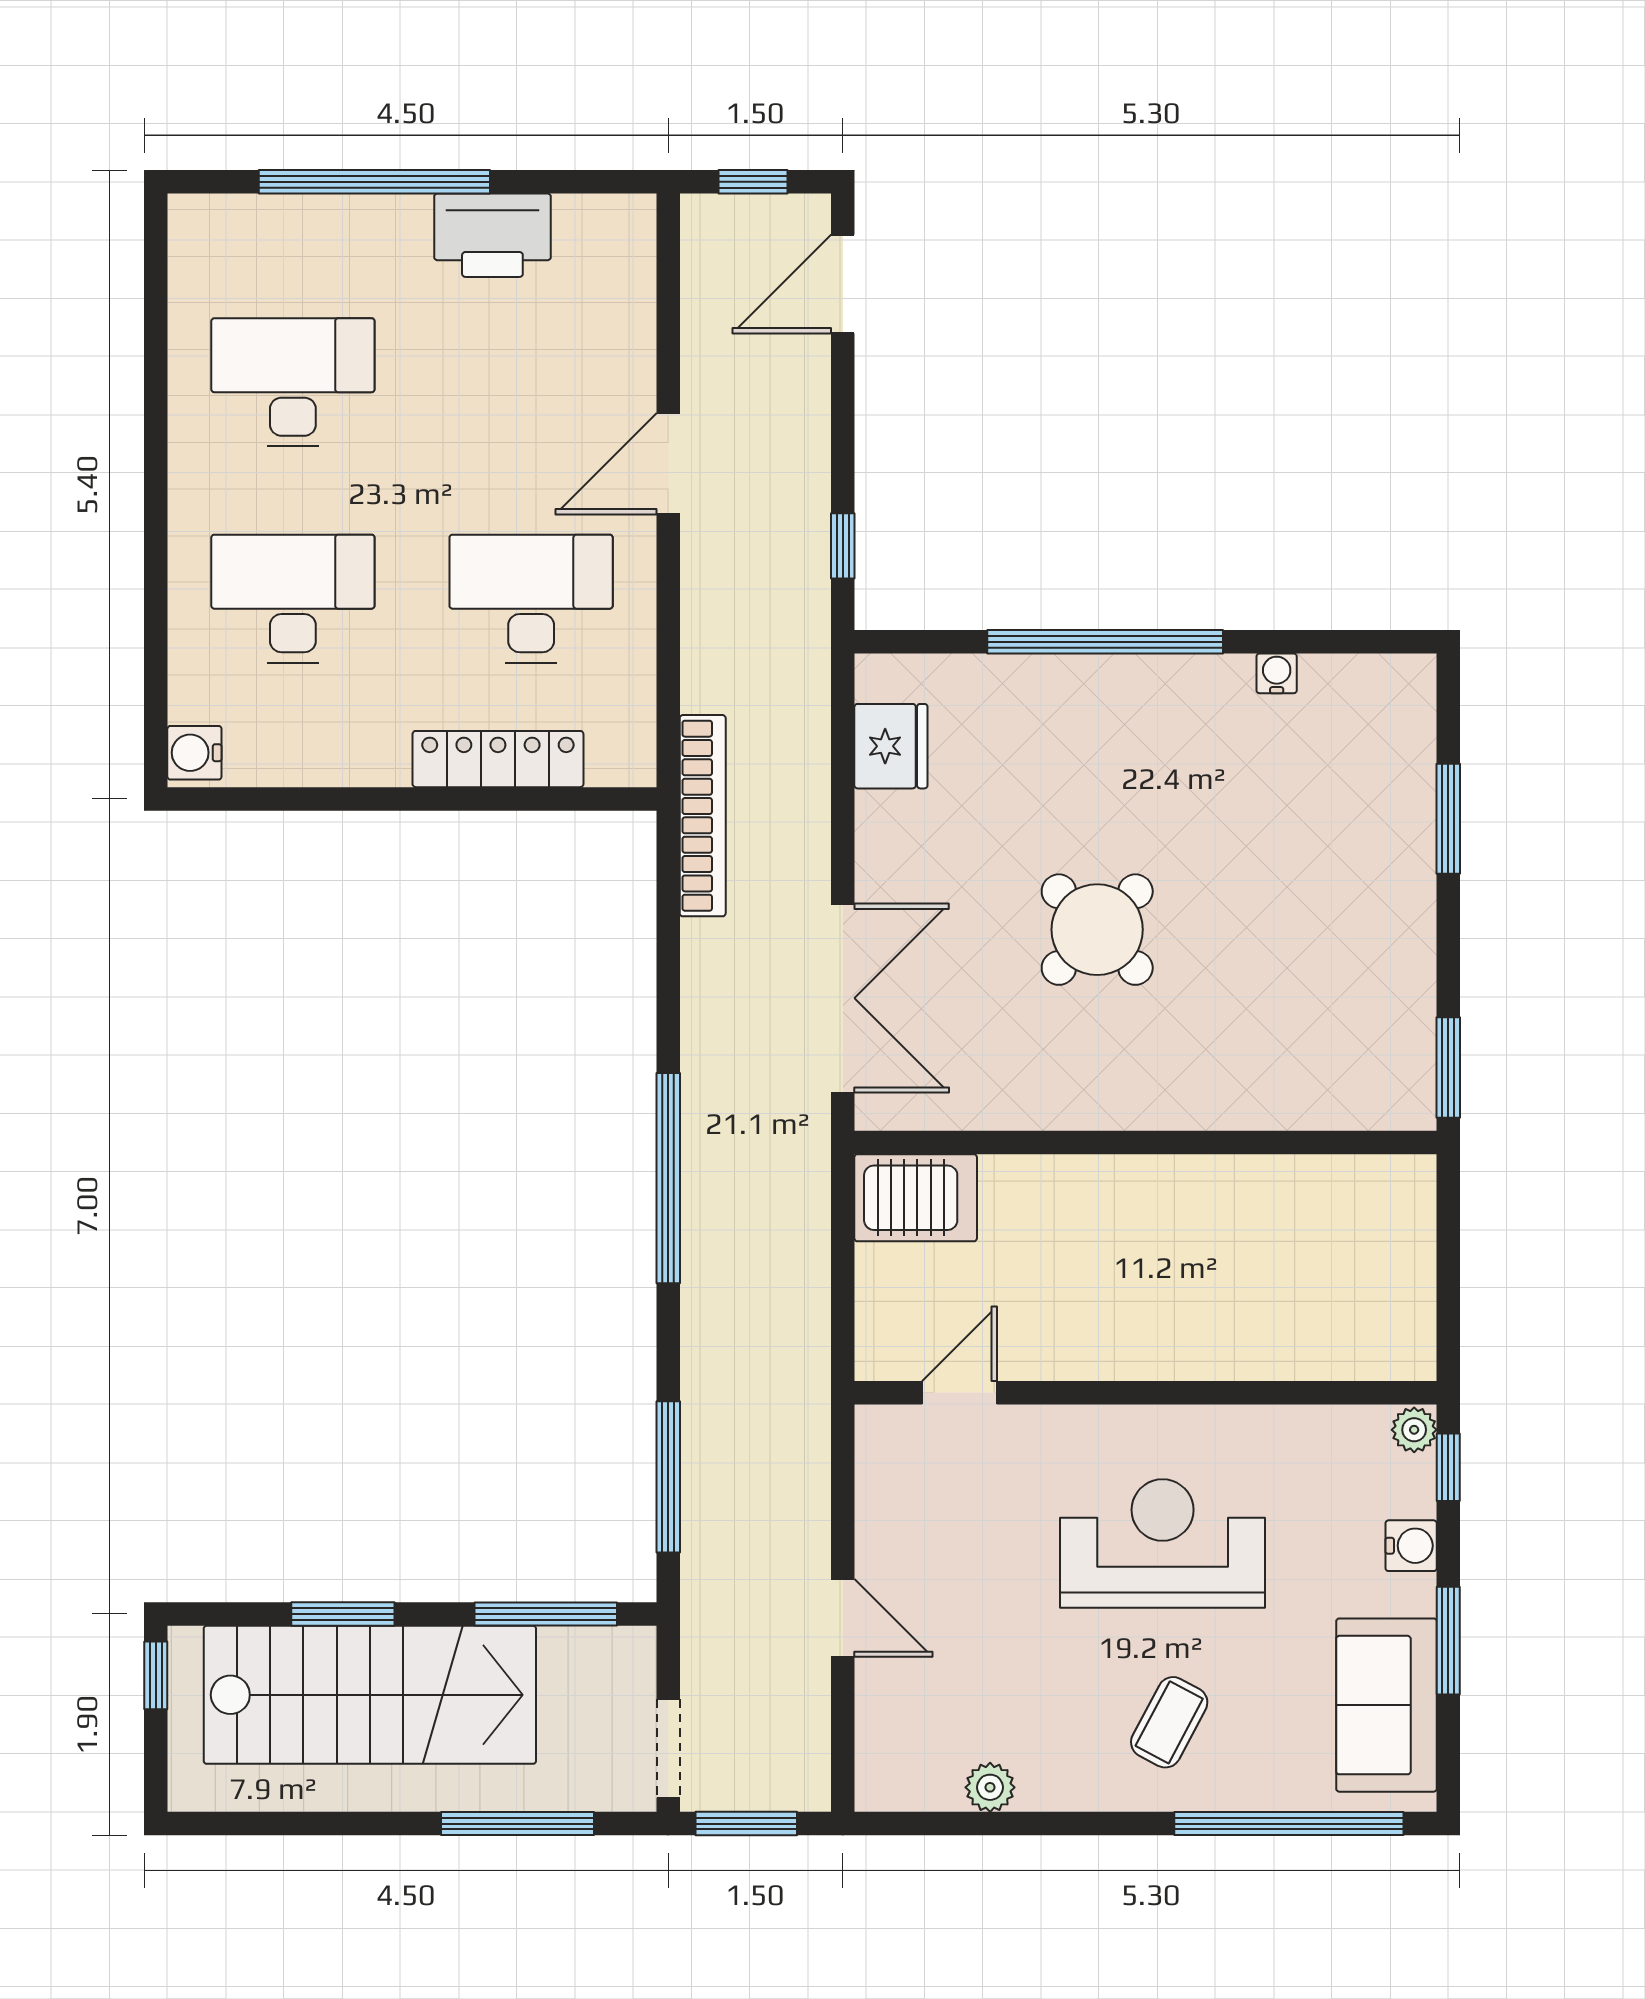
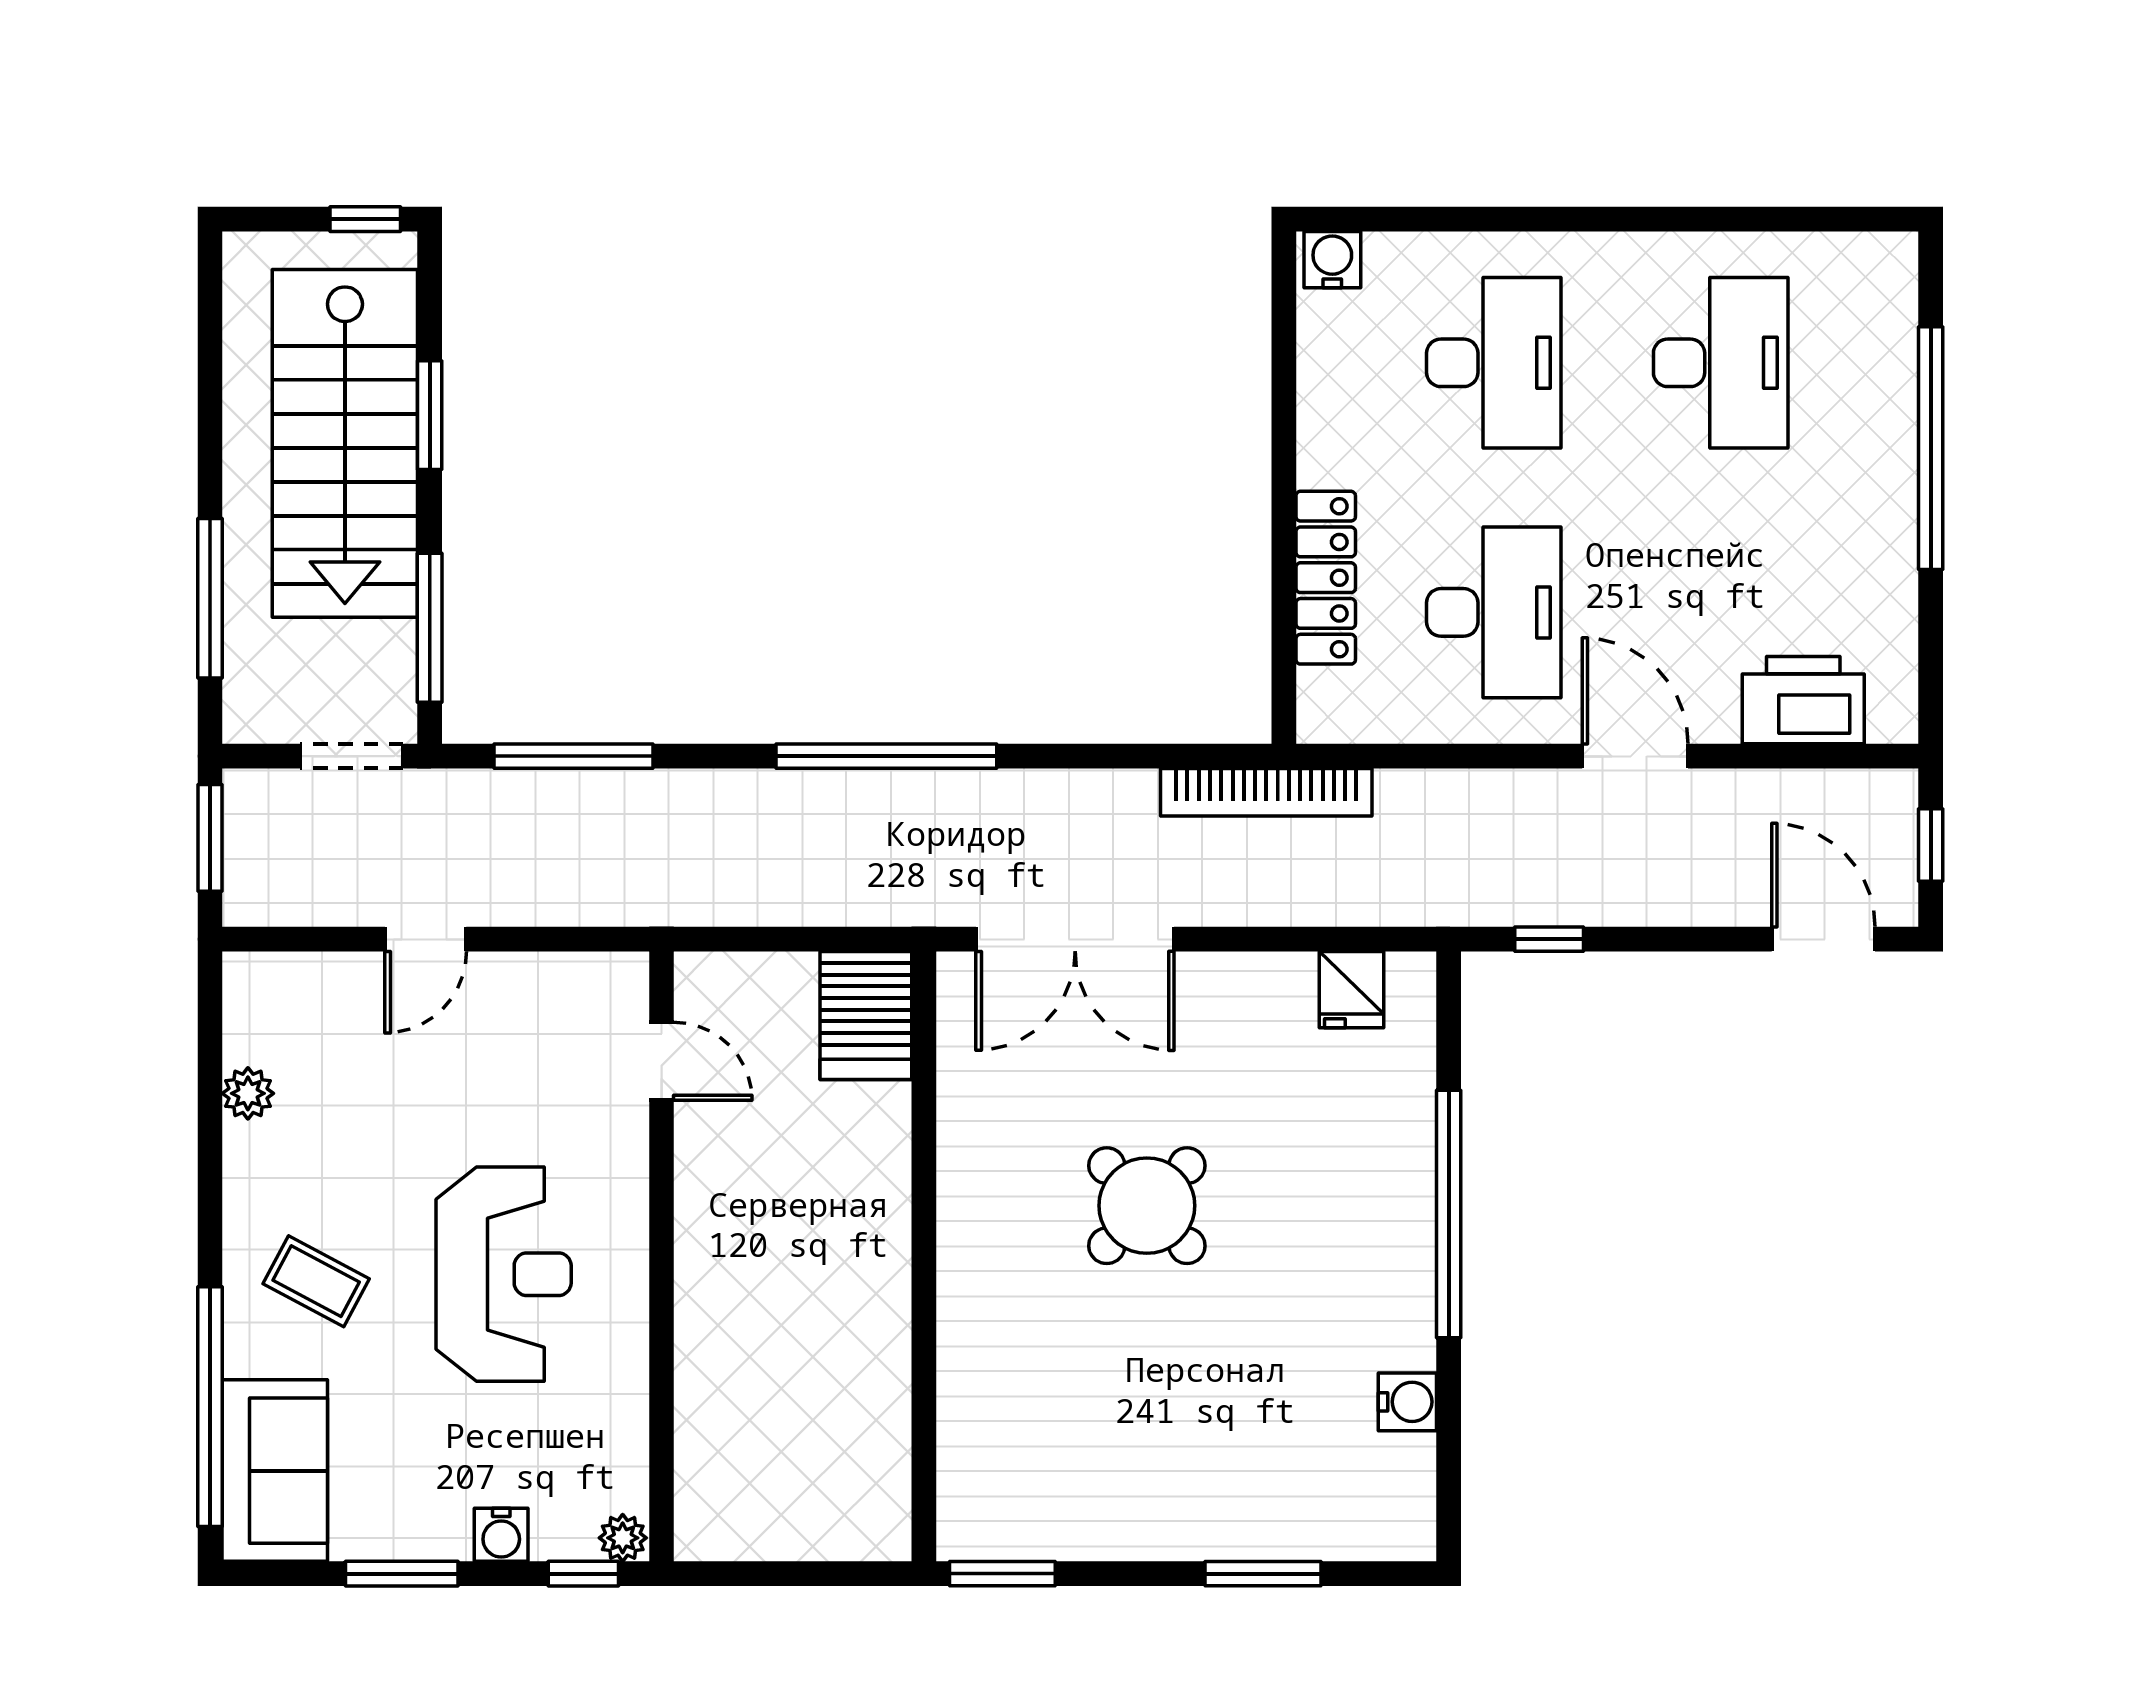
printer: (492, 235) -> (1803, 700), moved, turned 90
water cooler: (1277, 673) -> (1407, 1402), width x1.38, depth x1.38
fridge: (891, 746) -> (1351, 990), width x0.72
sofa: (1386, 1705) -> (275, 1471), moved, turned 90
doorway: (668, 1749) -> (352, 756), moved

